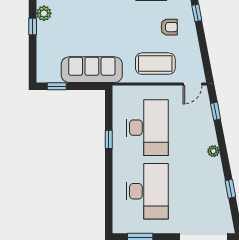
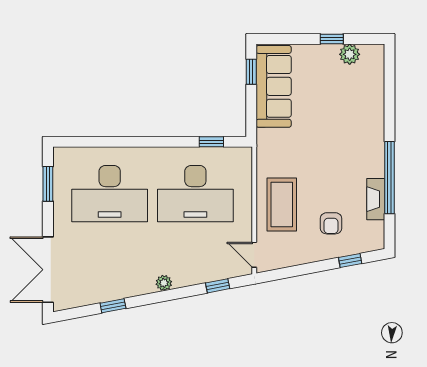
sofa: (92, 70) -> (274, 86), moved
window: (109, 139) -> (211, 142), moved

